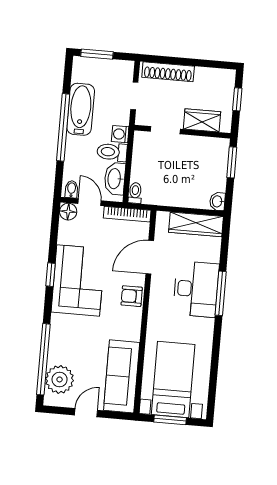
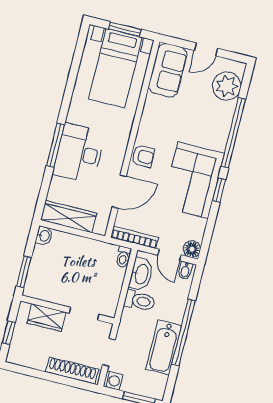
washing machine: (120, 134) -> (113, 380), moved
window: (43, 359) -> (233, 133), moved
sofa: (122, 376) -> (168, 70), width x0.73

